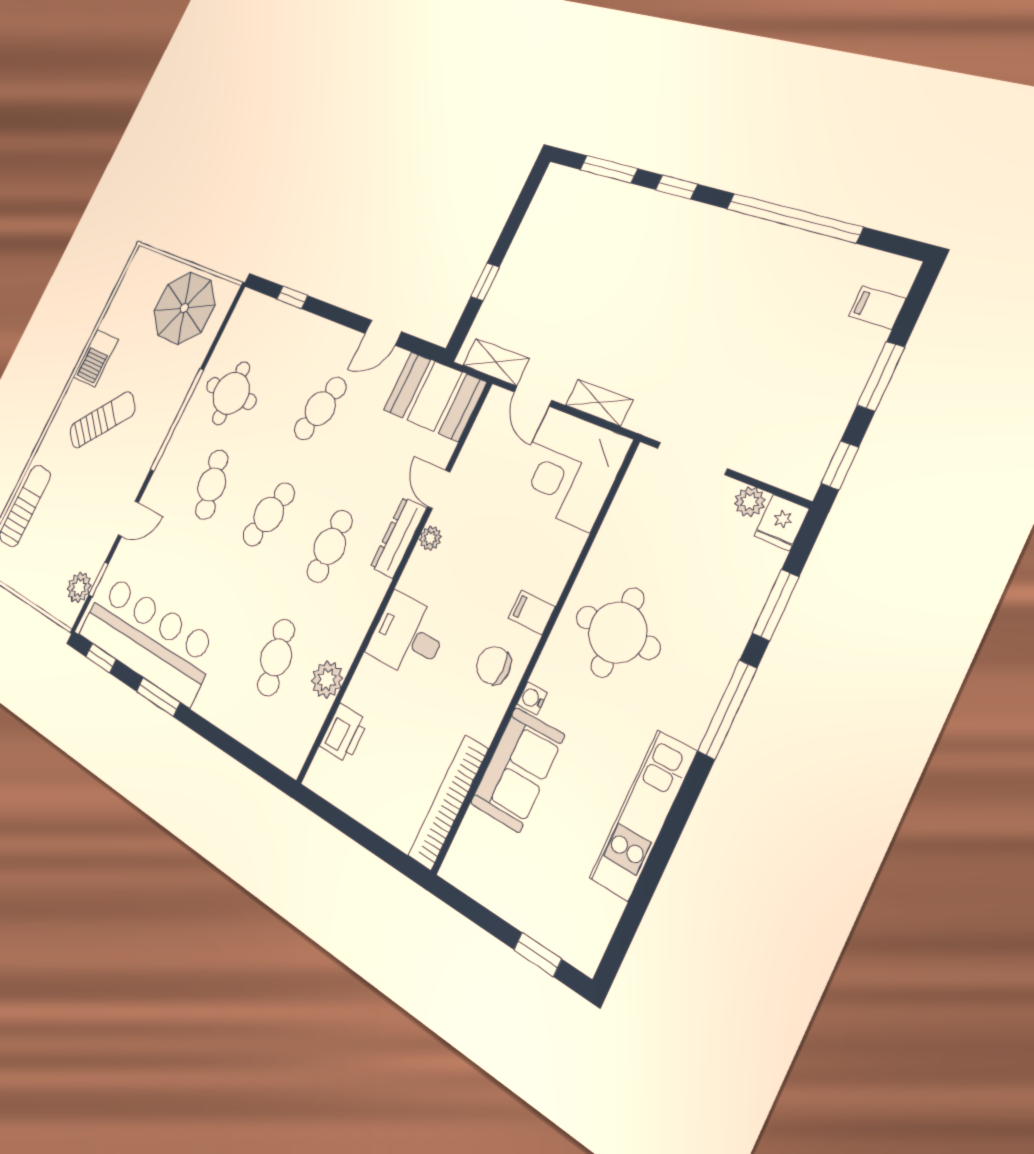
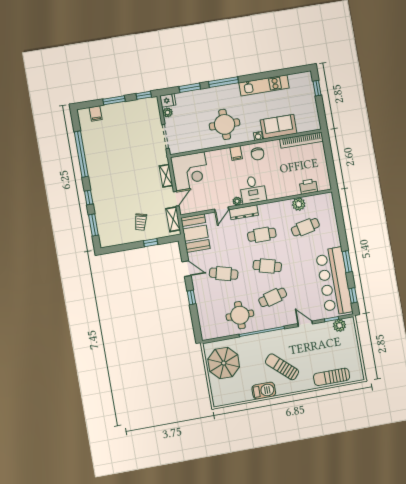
trolley: (541, 283) -> (141, 222), added
window: (292, 297) -> (191, 297), moved
desk: (408, 636) -> (253, 190), moved

